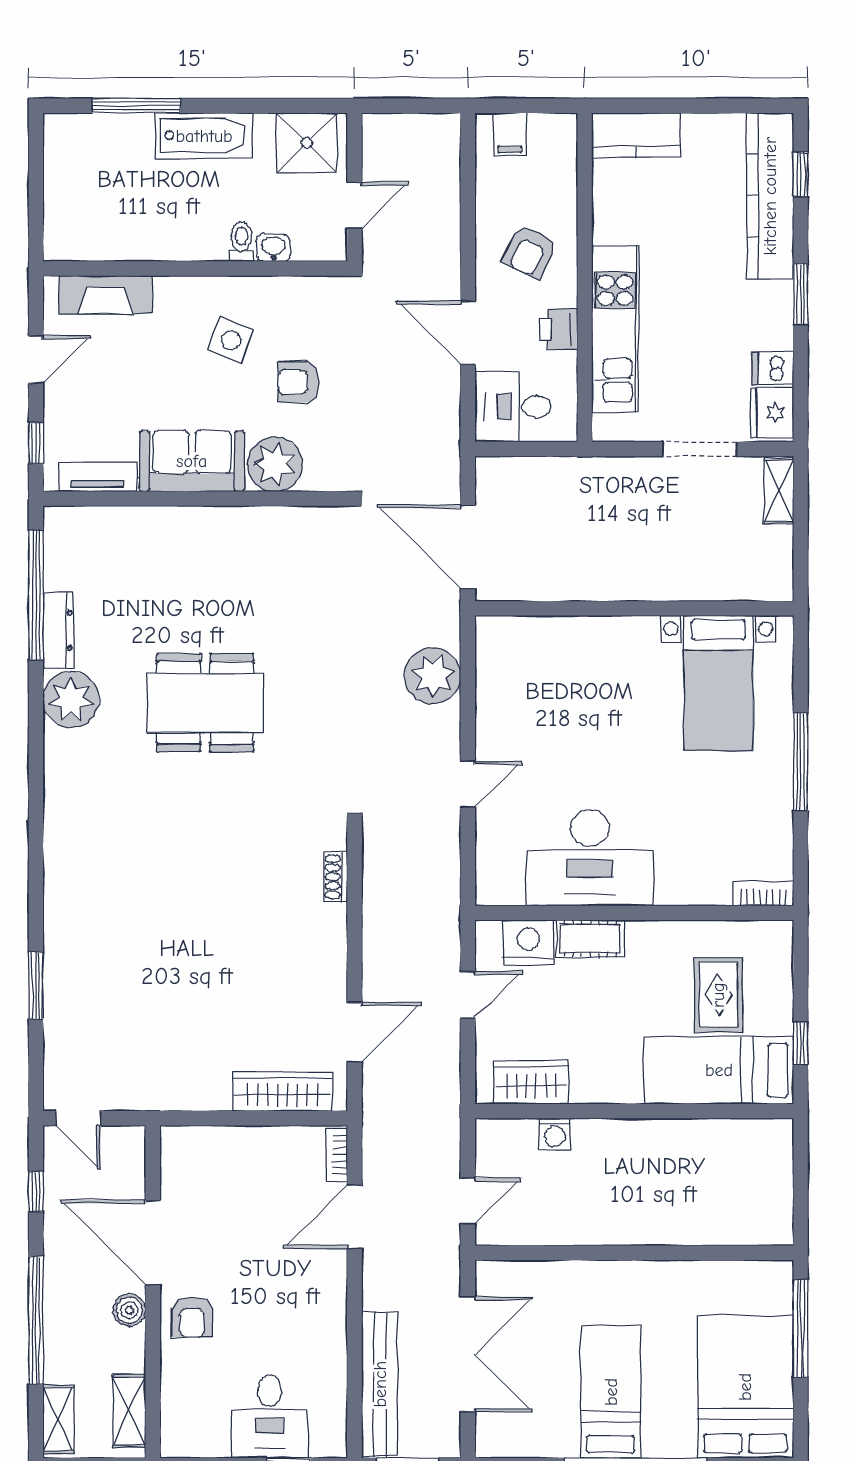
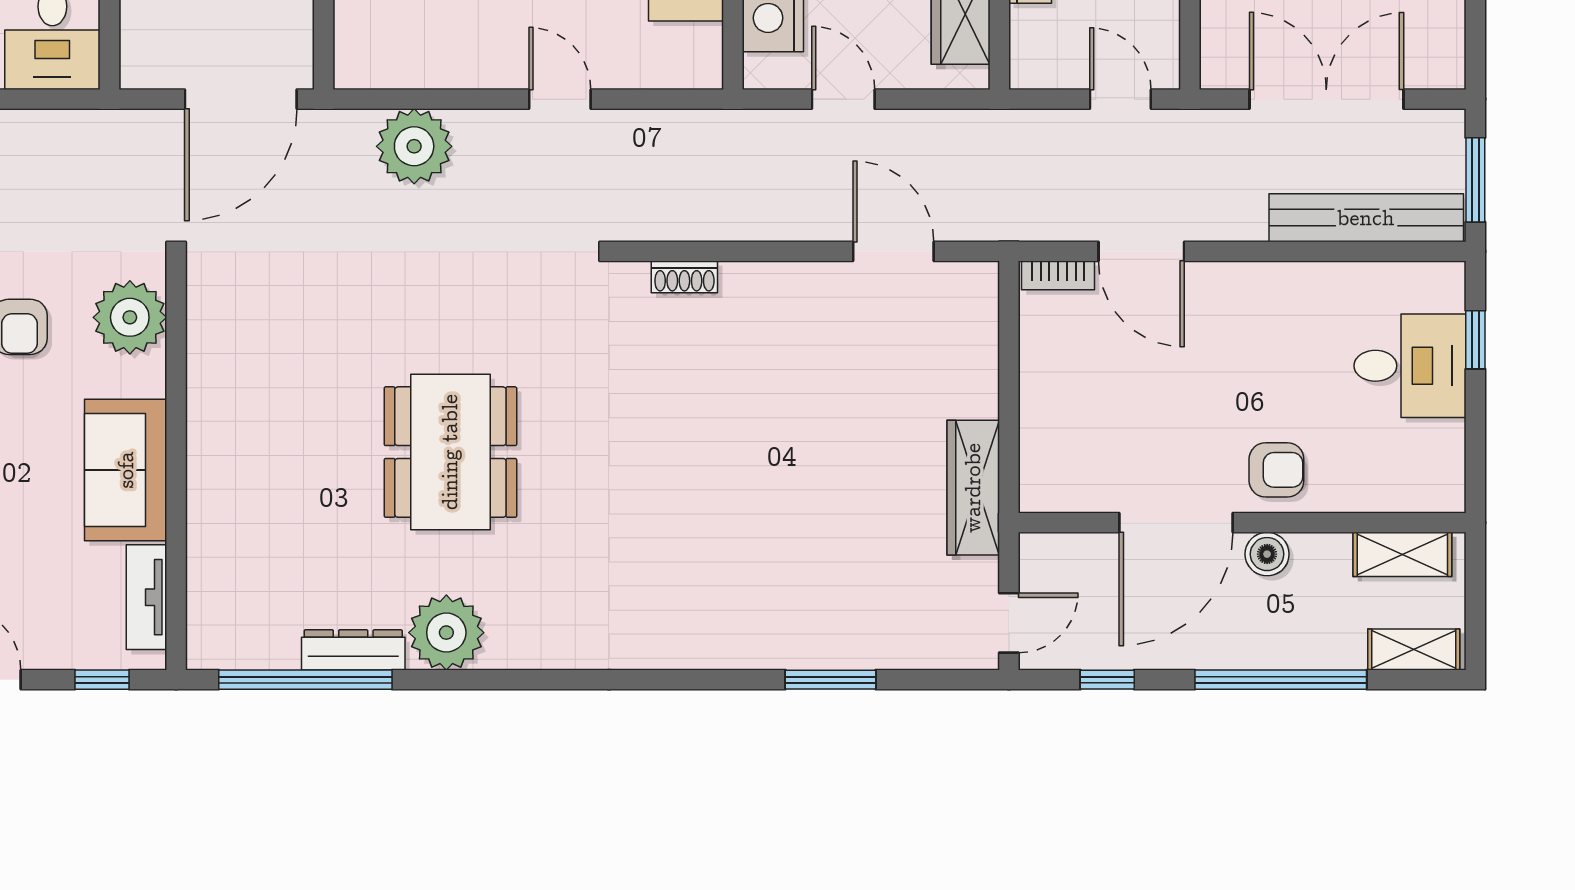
plant: (275, 464) -> (130, 317), moved
wardrobe: (282, 1092) -> (973, 488), moved

